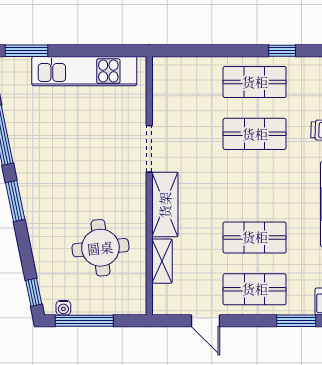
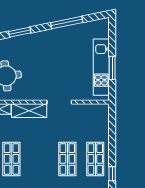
window: (27, 51) -> (112, 68), moved
window: (15, 201) -> (20, 32), moved

